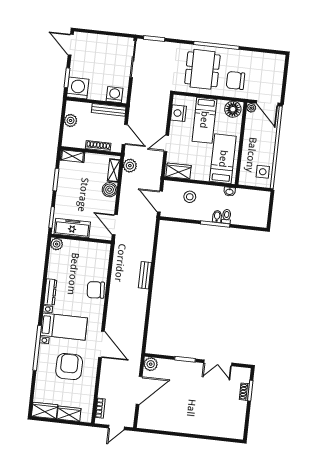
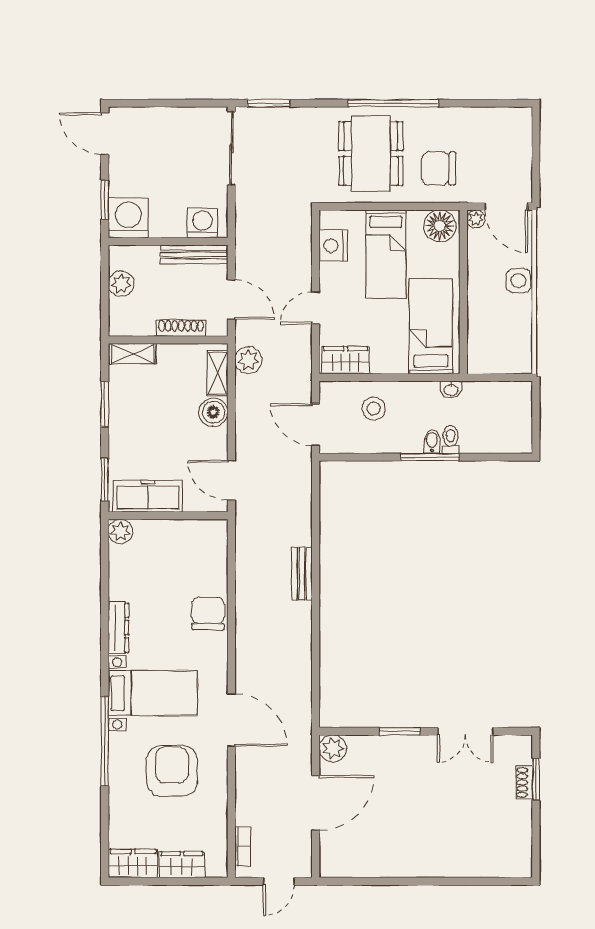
side table: (263, 172) -> (518, 281), moved
chair: (96, 290) -> (208, 613), turned 94

